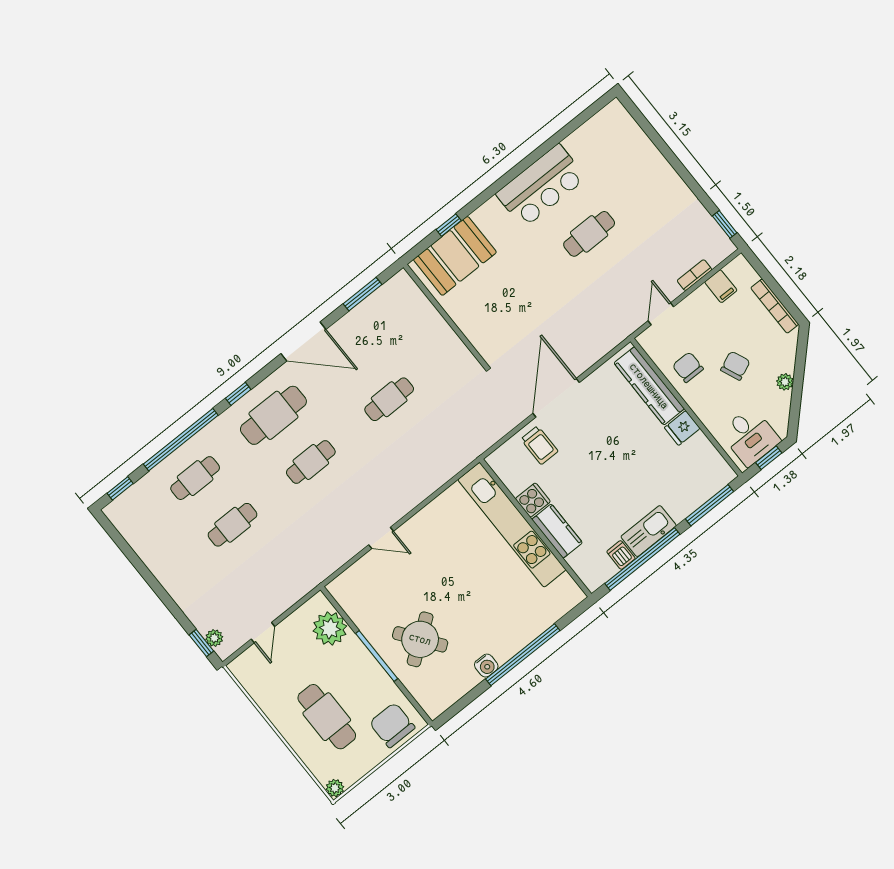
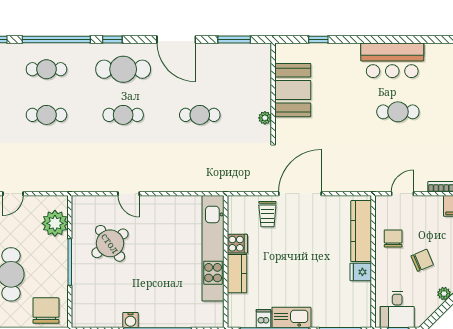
booth: (455, 256) -> (293, 90), moved, turned 90
plant: (458, 349) -> (265, 118), added
round table: (420, 639) -> (110, 243), moved

